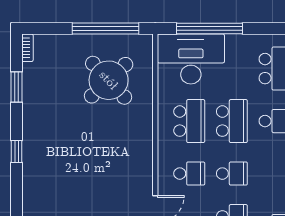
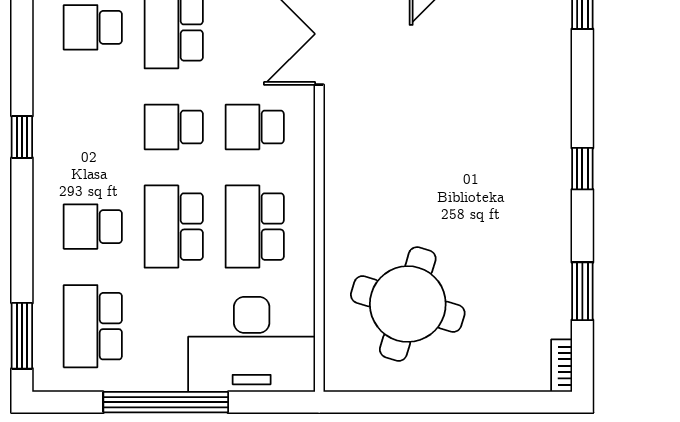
window: (105, 29) -> (414, 402), removed
window: (209, 29) -> (166, 402), moved
round table: (109, 80) -> (408, 304), turned -30

